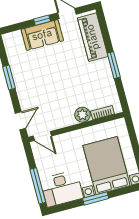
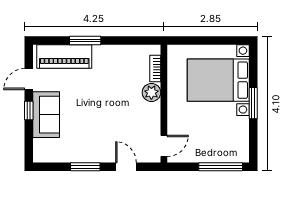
window: (114, 65) -> (85, 40), moved
door: (20, 121) -> (126, 167), moved
desk: (62, 189) -> (231, 140), removed

